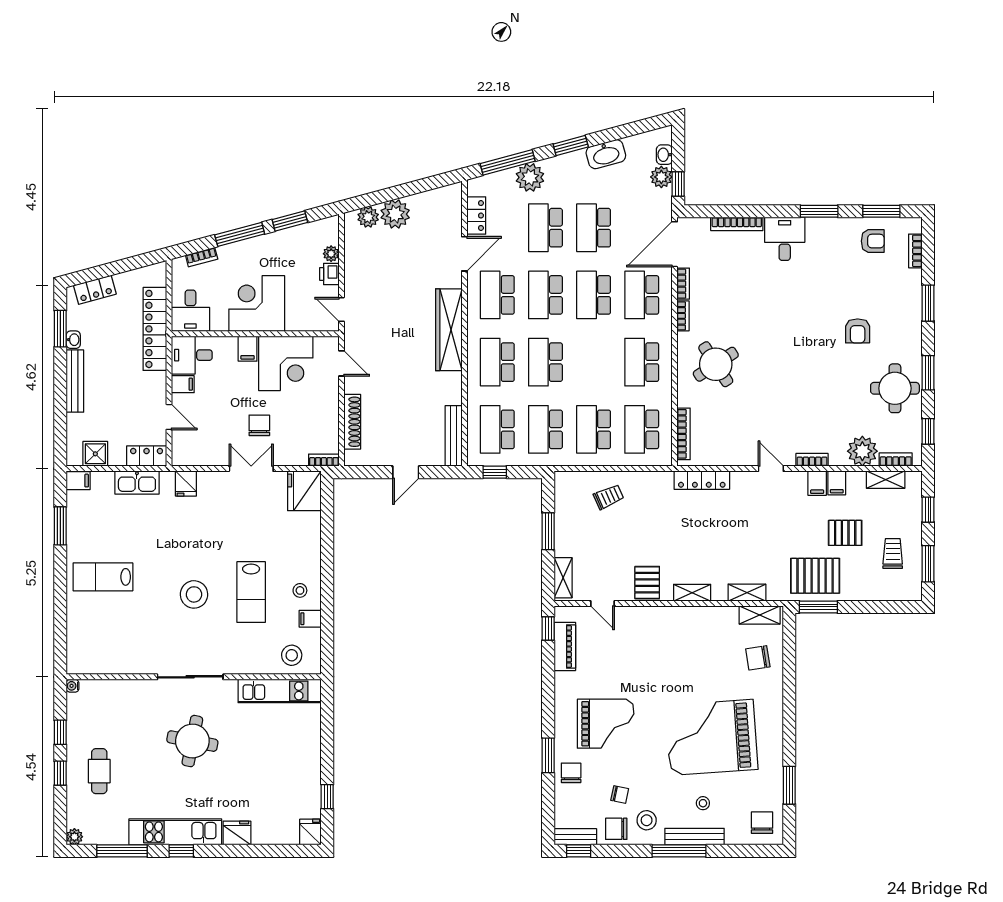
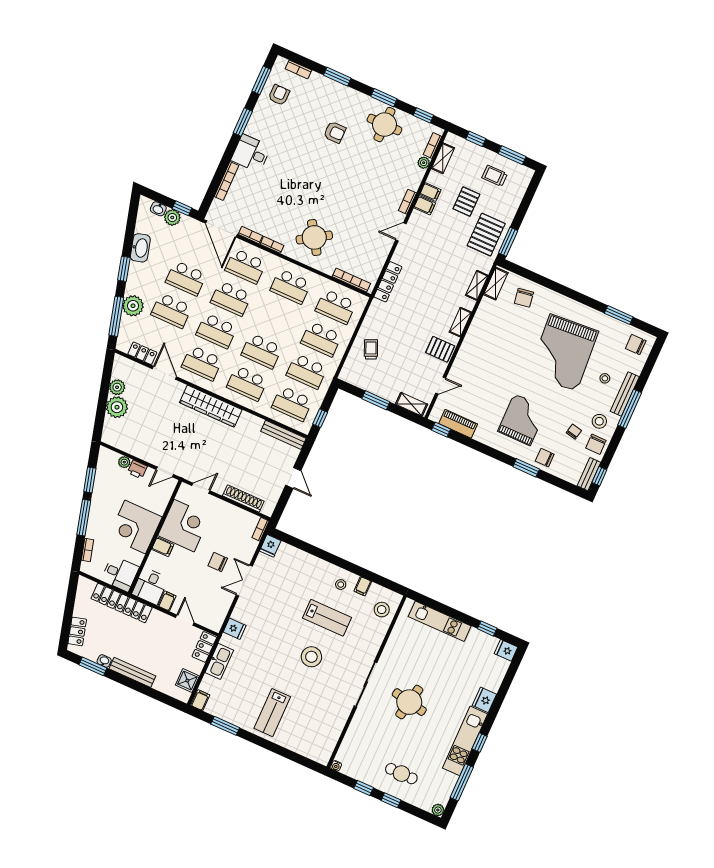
plant: (368, 217) -> (117, 387), moved
door: (169, 417) -> (185, 620), hinge flipped
plant: (862, 451) -> (424, 163), width x0.53, depth x0.53
fridge: (304, 491) -> (270, 546), width x0.53, depth x0.75
kitchen unit: (280, 691) -> (440, 621), moved, turned 90

